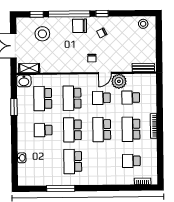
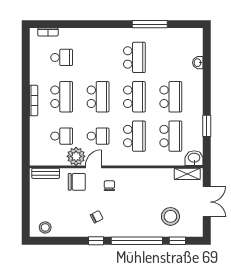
chair: (80, 26) -> (77, 182), moved
school desk: (43, 130) -> (171, 97), width x1.85

